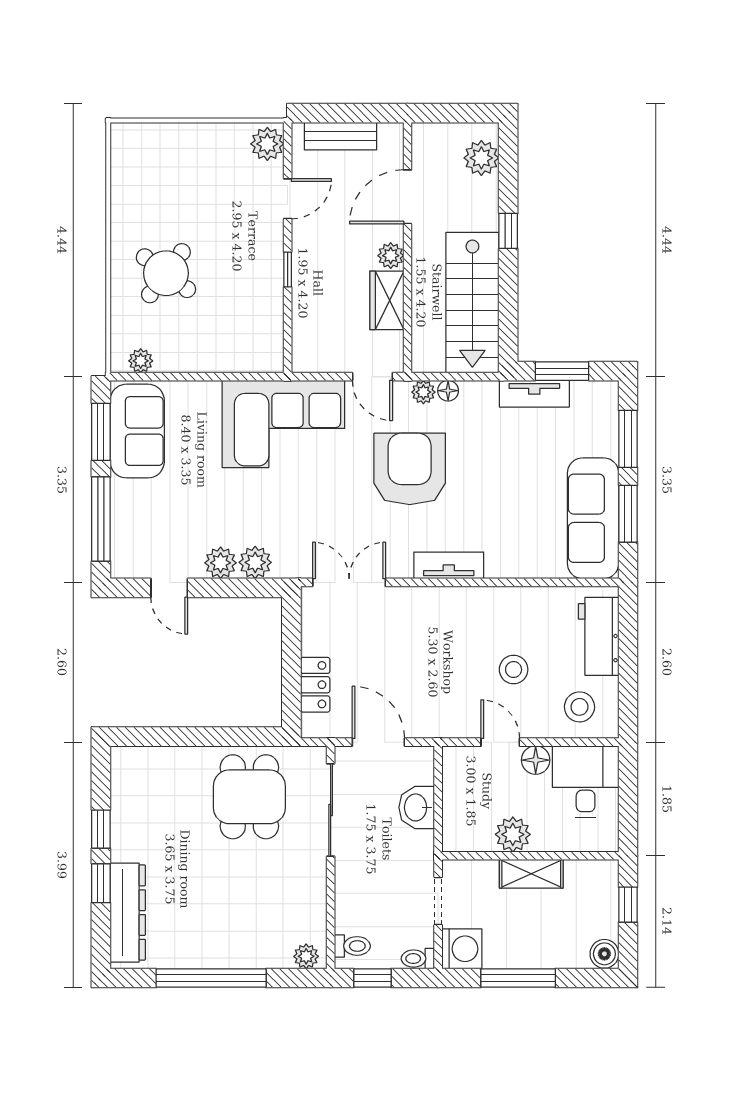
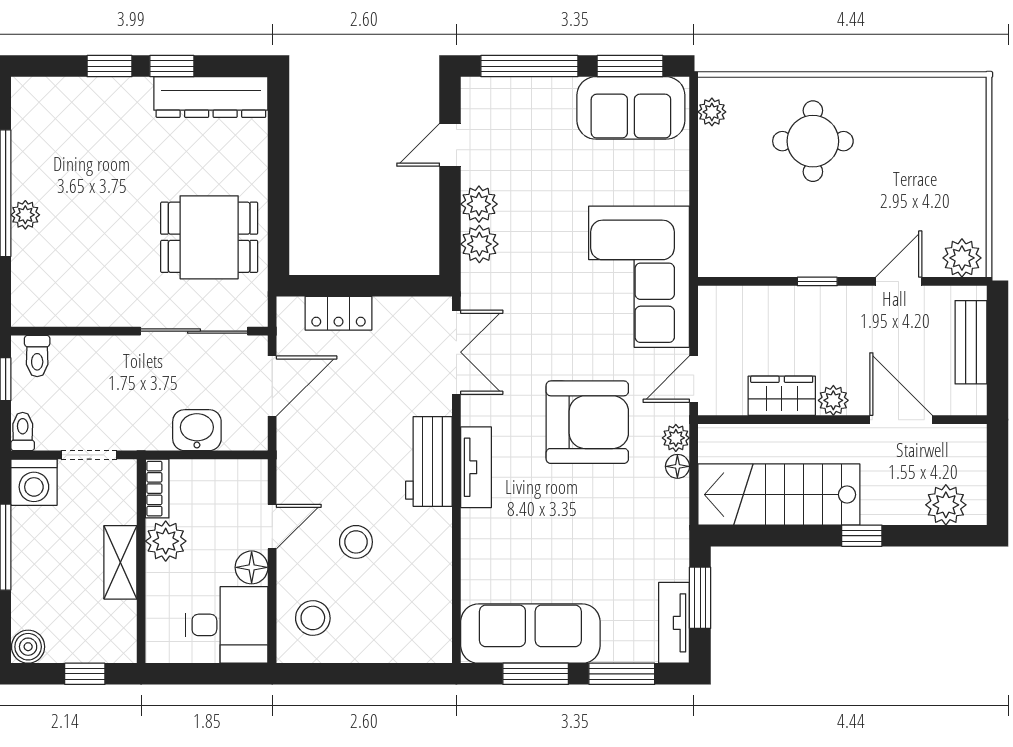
door: (288, 199) -> (899, 281), swing flipped
round table: (166, 273) -> (813, 141), turned -37
tv unit: (534, 394) -> (674, 623), moved
workbench: (599, 636) -> (429, 461), moved, turned -90
bookcase: (467, 842) -> (157, 489), added
dresser: (128, 913) -> (211, 97), moved
plant: (306, 956) -> (25, 215), moved

